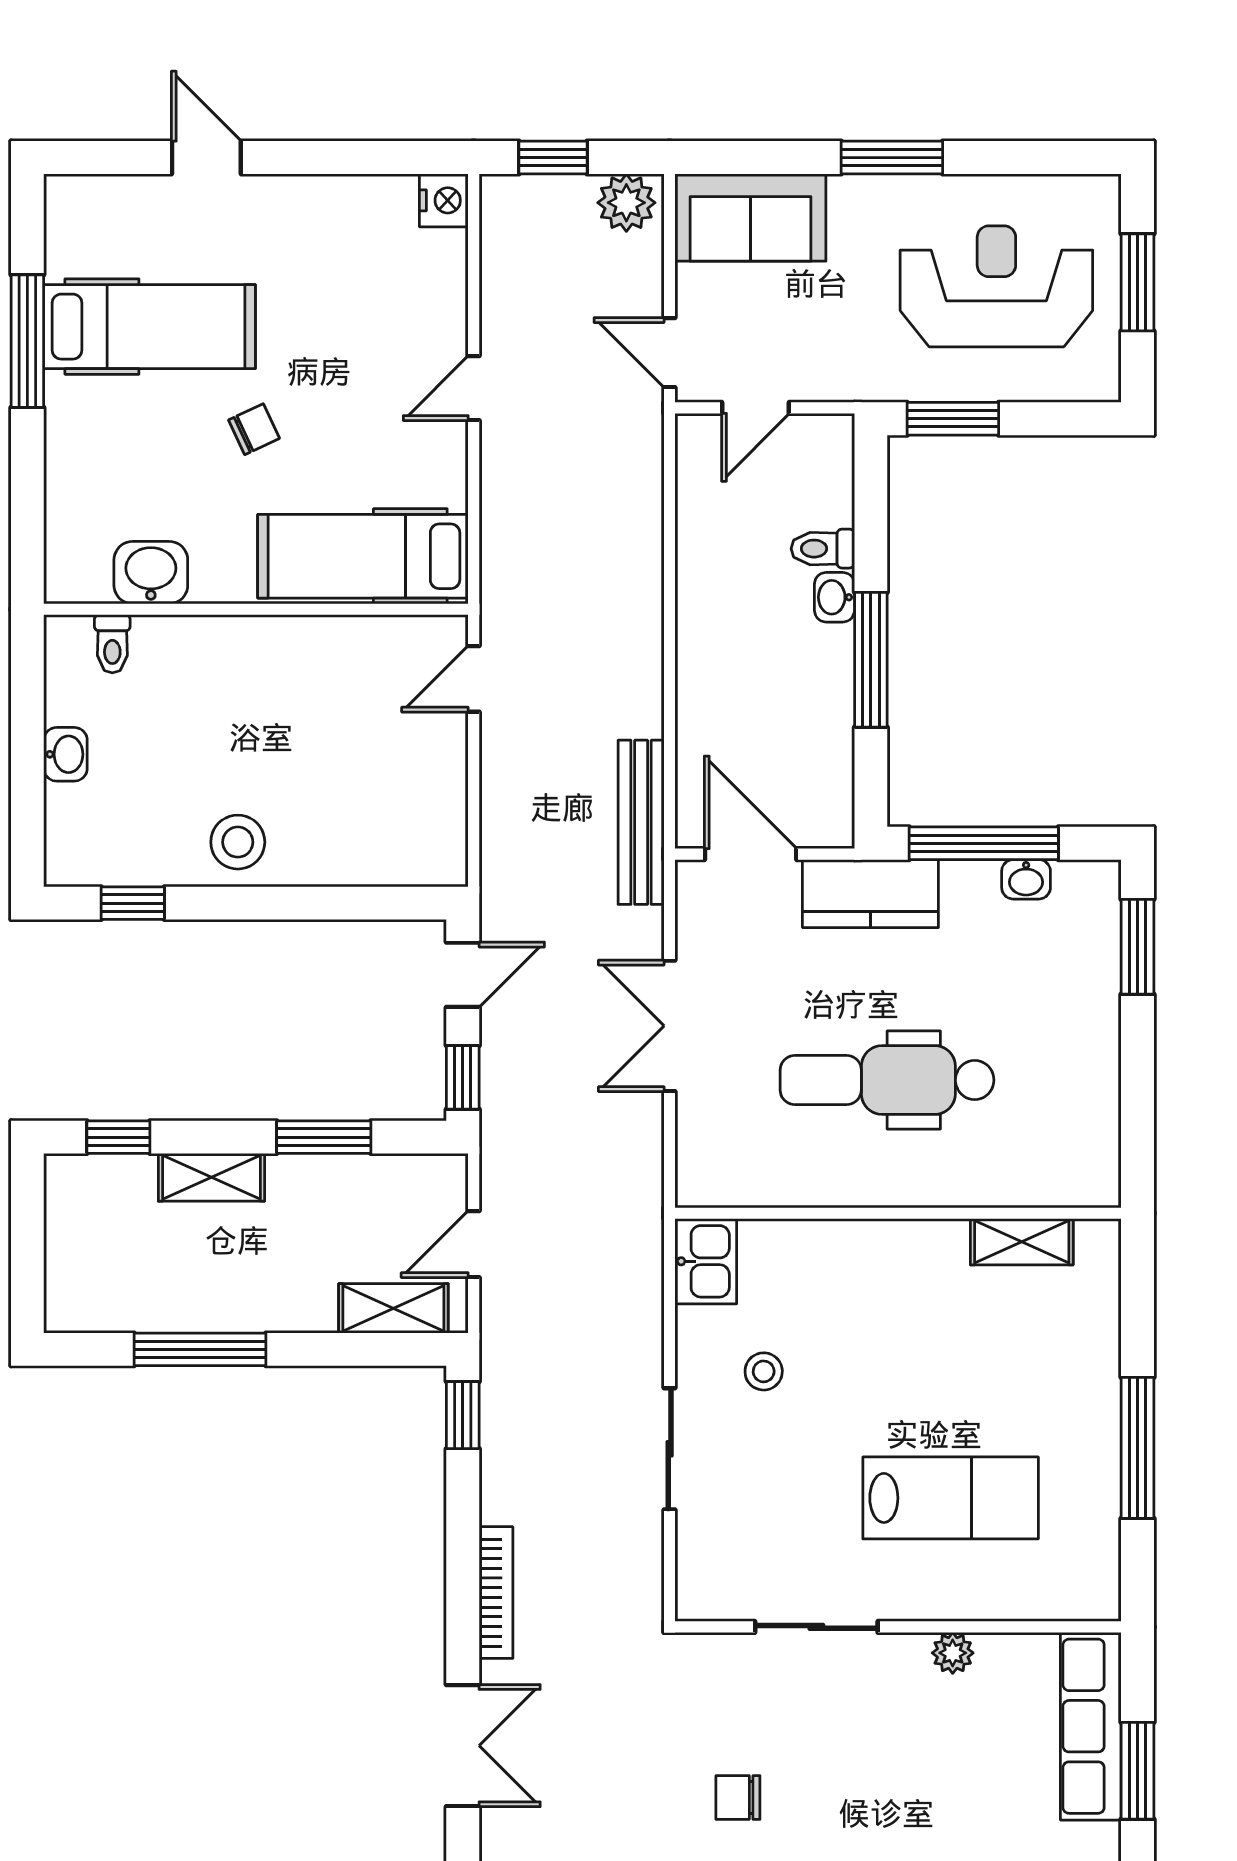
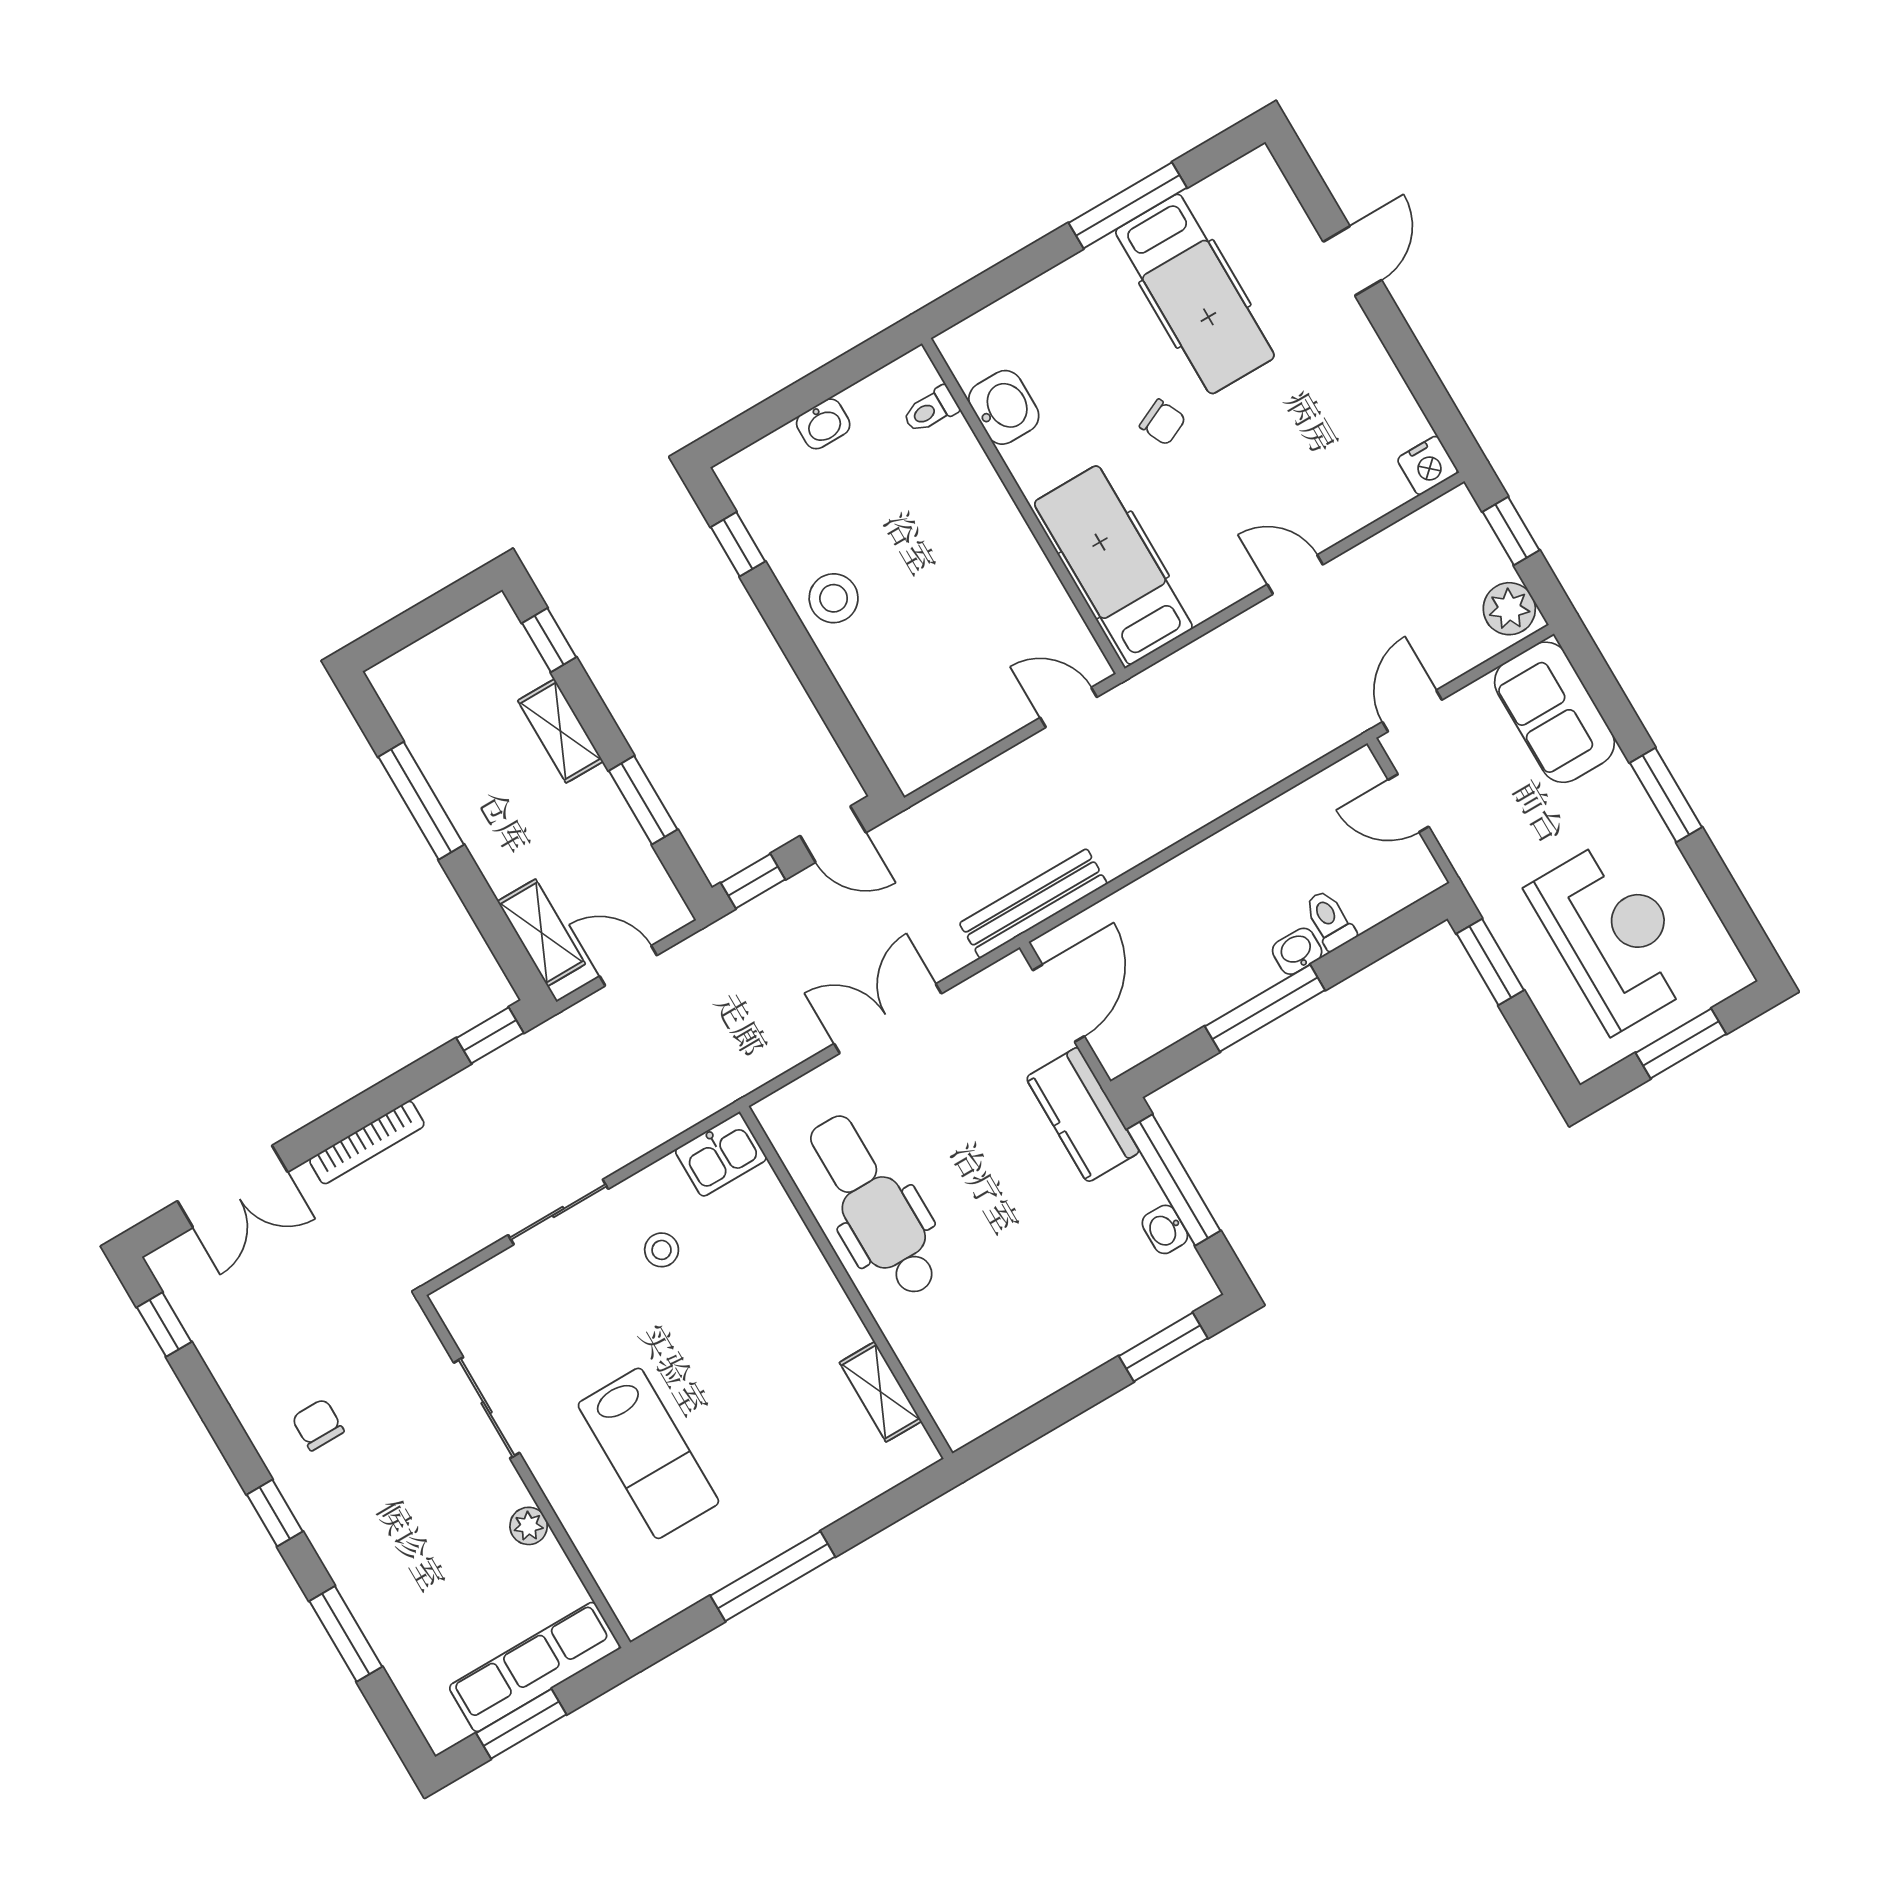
dental chair: (887, 1080) -> (874, 1206), moved

